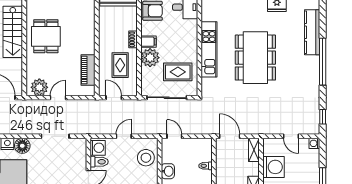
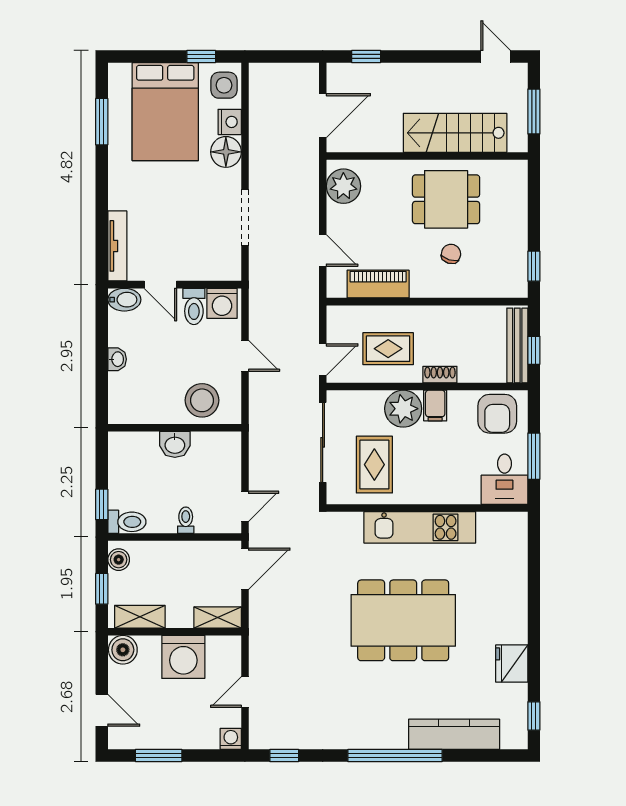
chair: (73, 34) -> (451, 254), added
door: (58, 98) -> (323, 250), moved
door: (114, 98) -> (323, 360), moved
door: (174, 136) -> (245, 506), moved

